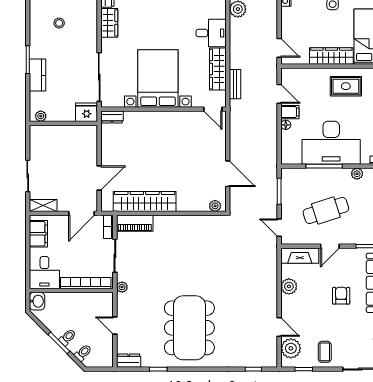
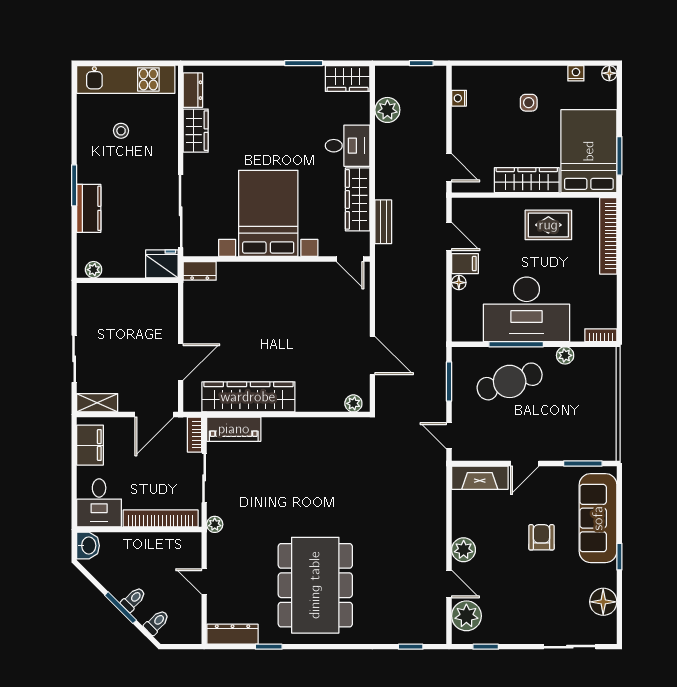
cafe table: (326, 210) -> (510, 381), moved
plant: (289, 286) -> (464, 550), moved
coffee table: (325, 352) -> (517, 621), removed
dresser: (129, 361) -> (233, 634), width x1.44

